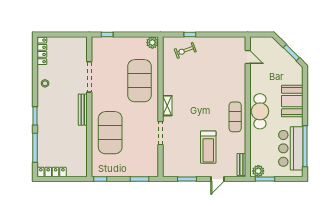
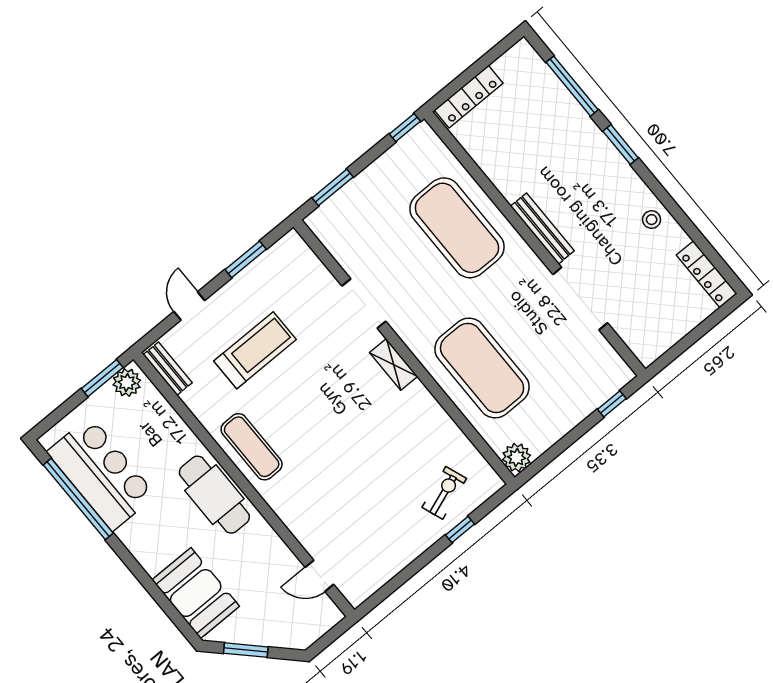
booth: (292, 101) -> (196, 593), moved
treadmill: (208, 147) -> (255, 350), turned 90
locker: (52, 172) -> (469, 97), moved

